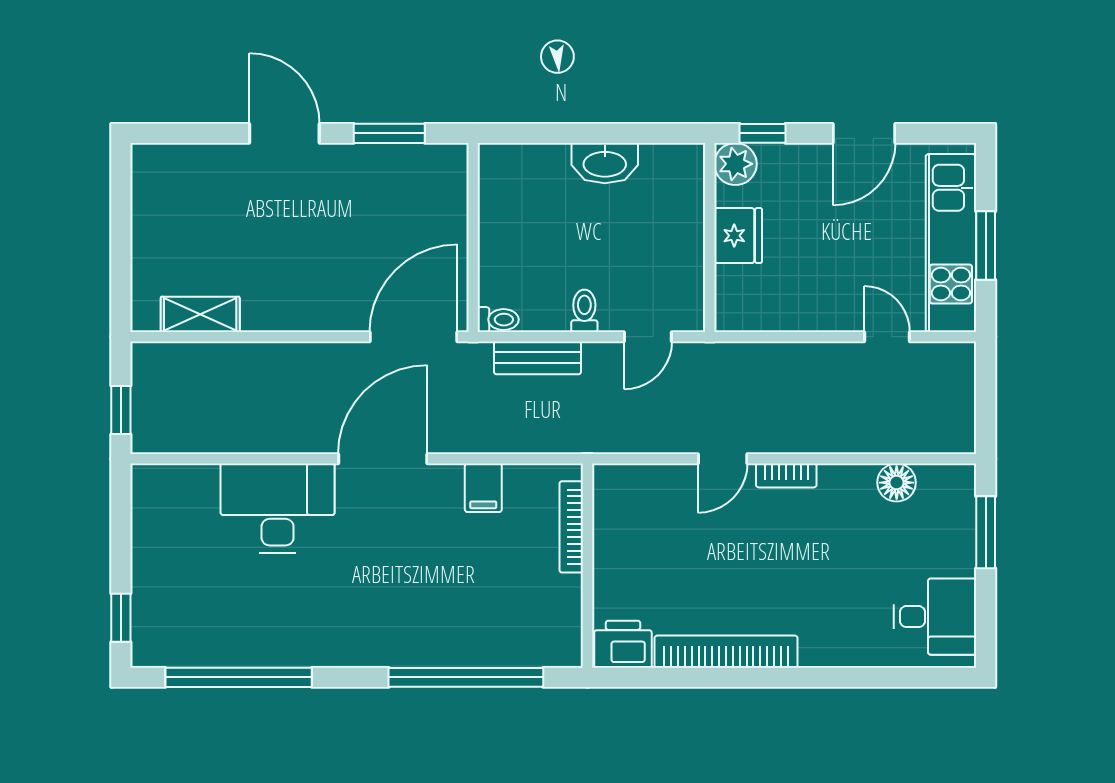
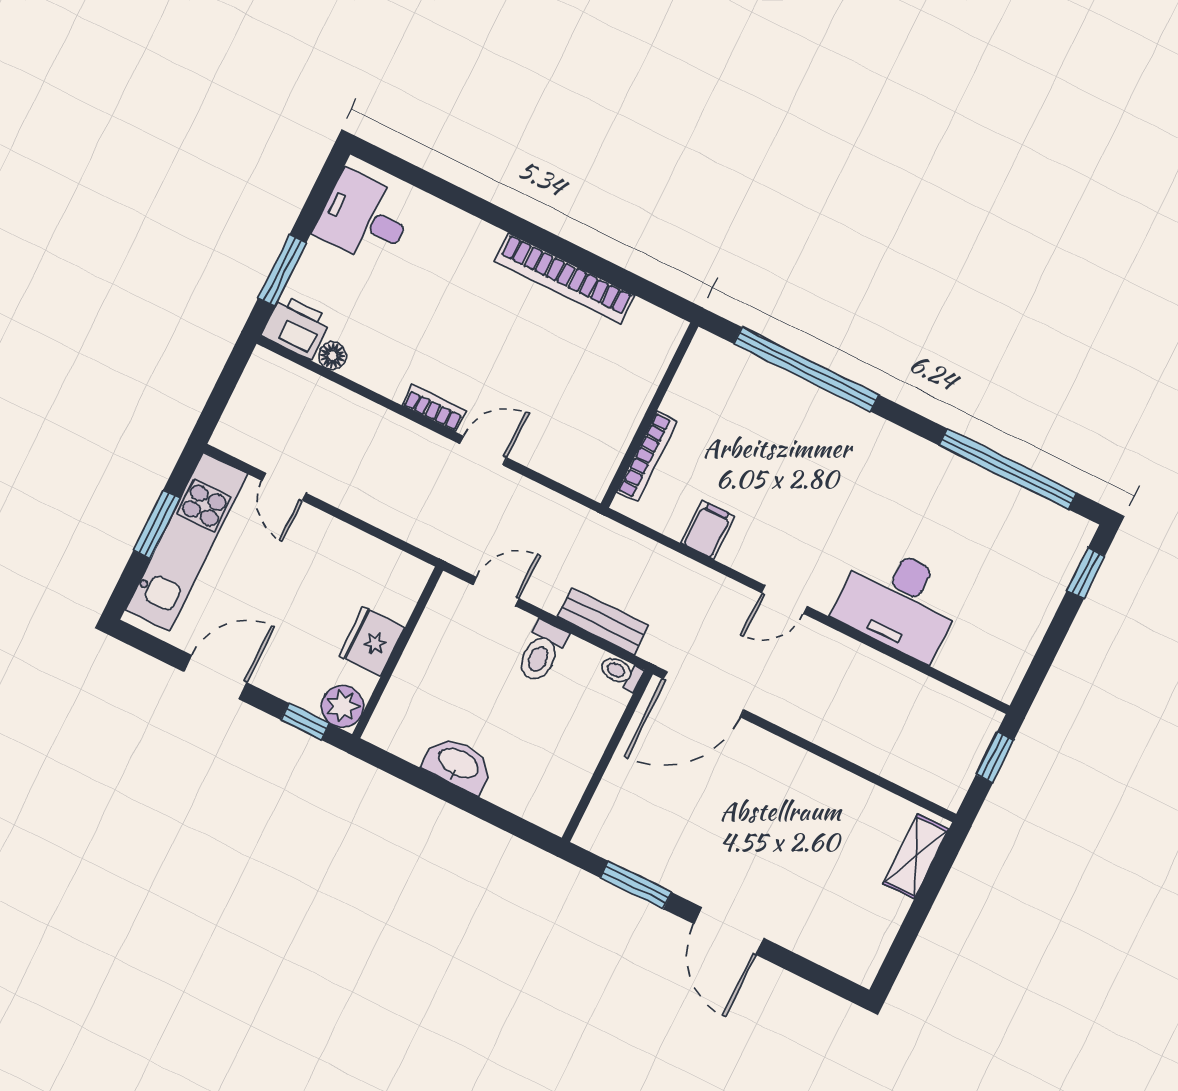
toilet: (584, 311) -> (541, 652), width x1.37, depth x1.39
shelving: (200, 314) -> (916, 856), moved, turned 90
door: (383, 459) -> (784, 599), width x0.53
floor lamp: (897, 483) -> (332, 356), width x0.73, depth x0.73
printer: (623, 644) -> (296, 327), moved, turned 180

